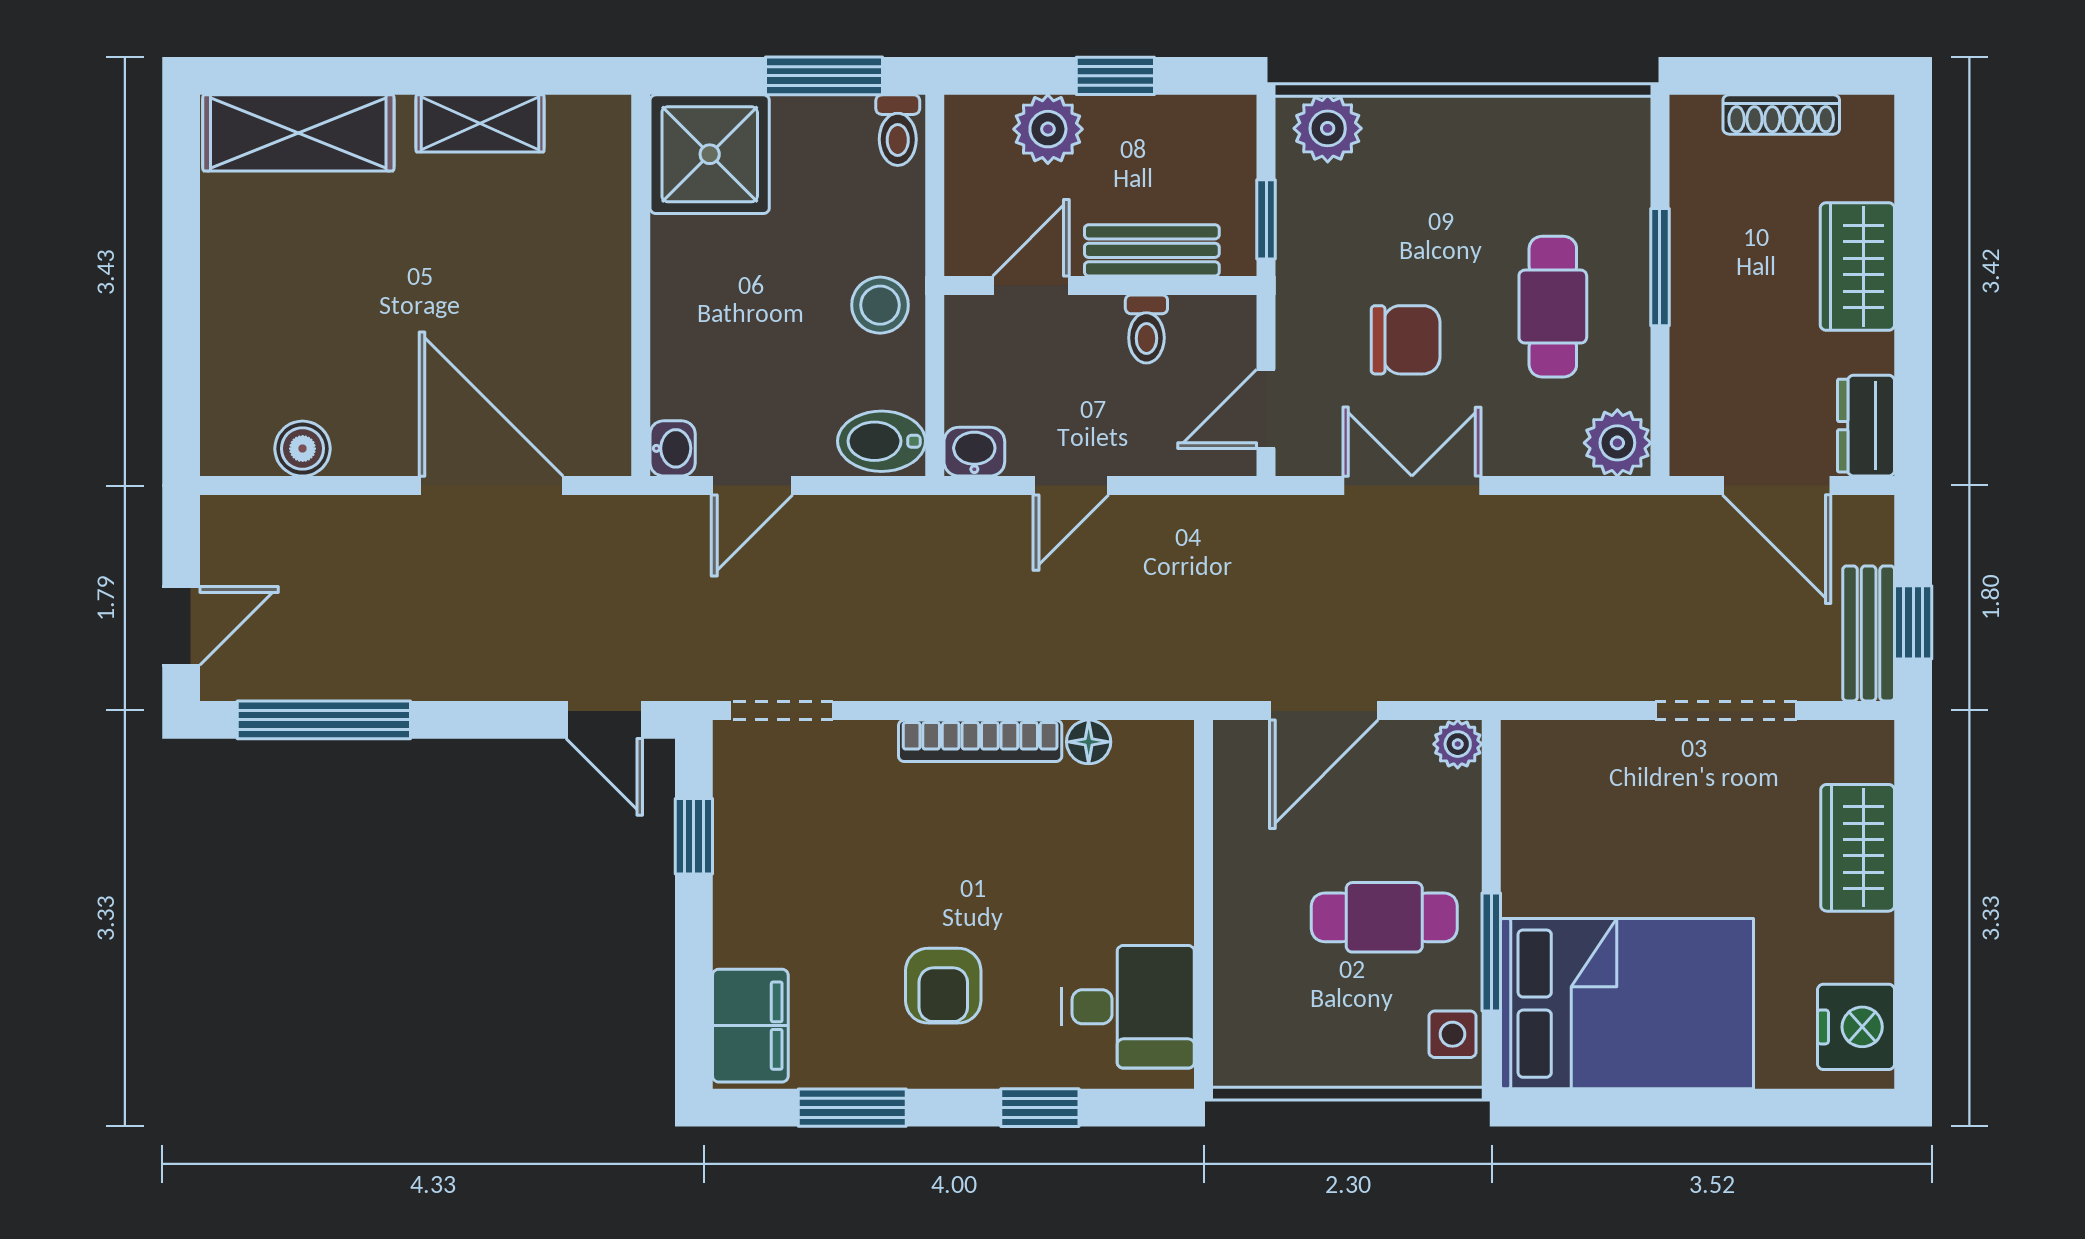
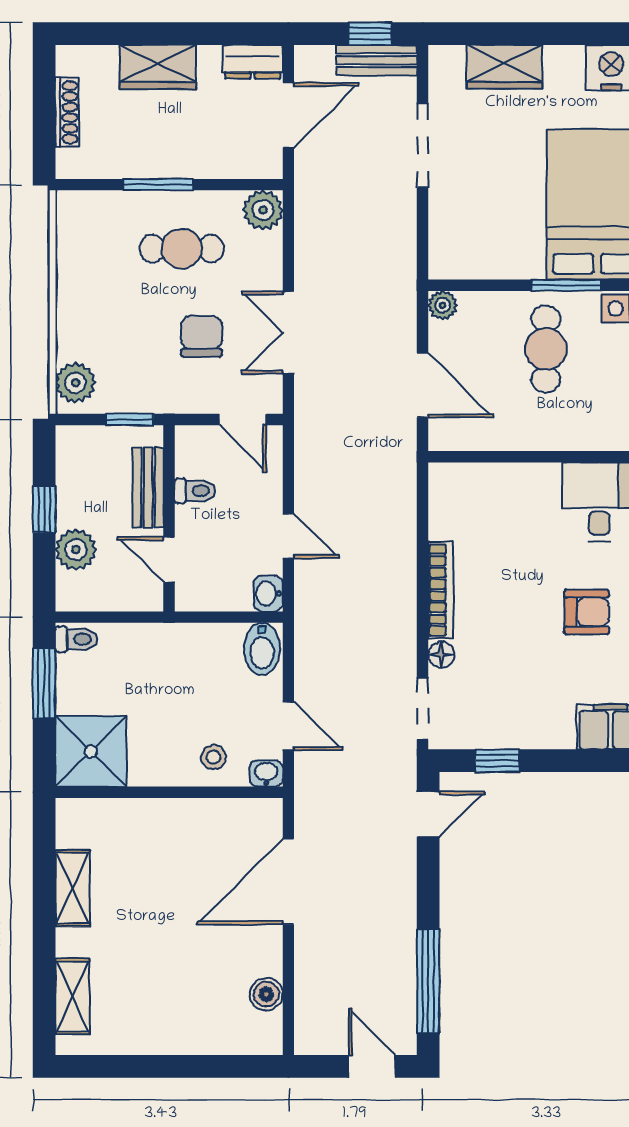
shelving: (298, 133) -> (72, 997), width x0.67, depth x0.75
stool: (880, 305) -> (214, 757), moved, width x0.73, depth x0.73
floor lamp: (1089, 742) -> (441, 655), moved

